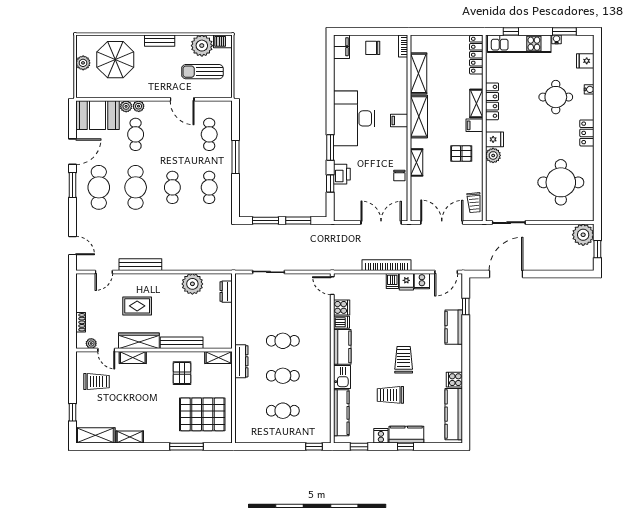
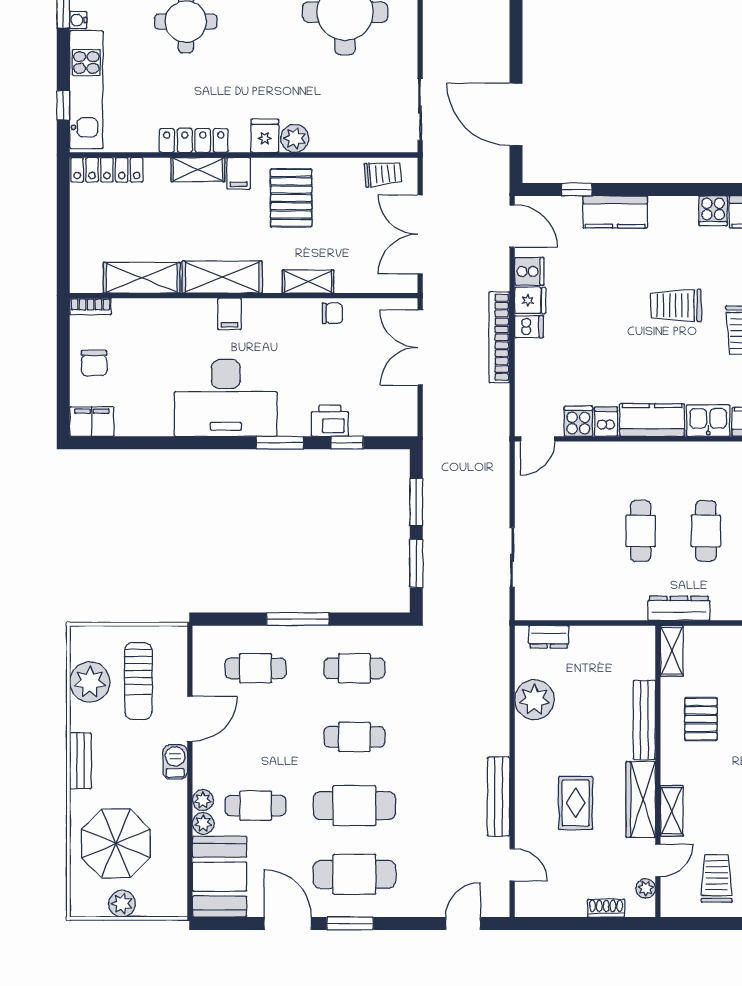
barbecue: (223, 41) -> (175, 762), moved, turned 180
pallet: (461, 154) -> (291, 198), width x1.50, depth x1.42
pallet: (182, 373) -> (701, 719), turned 90

